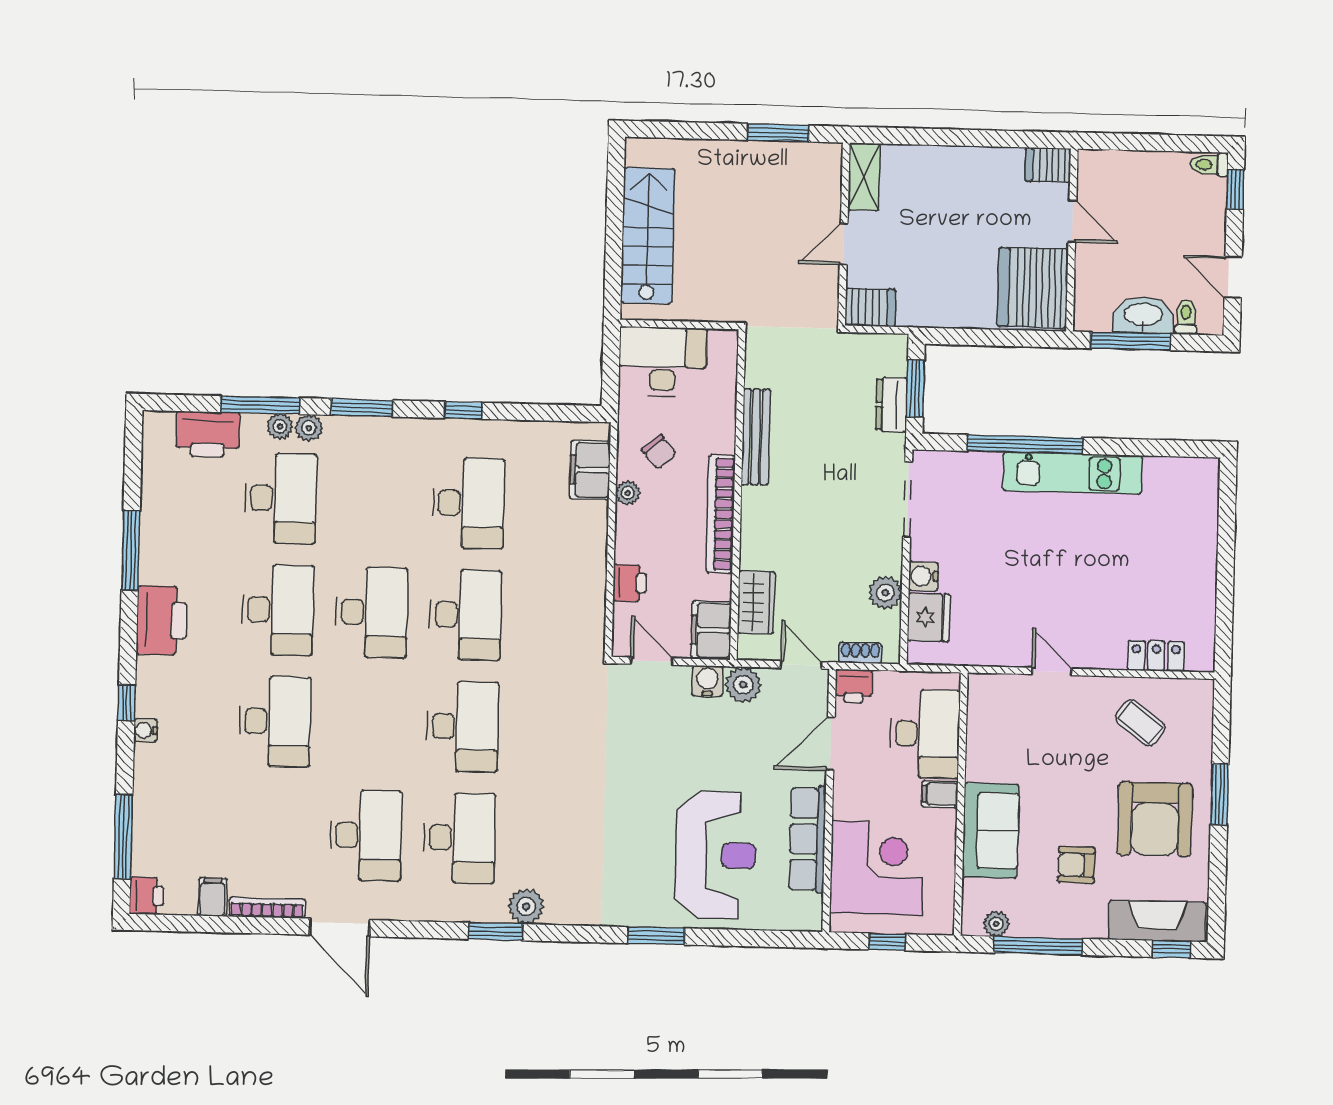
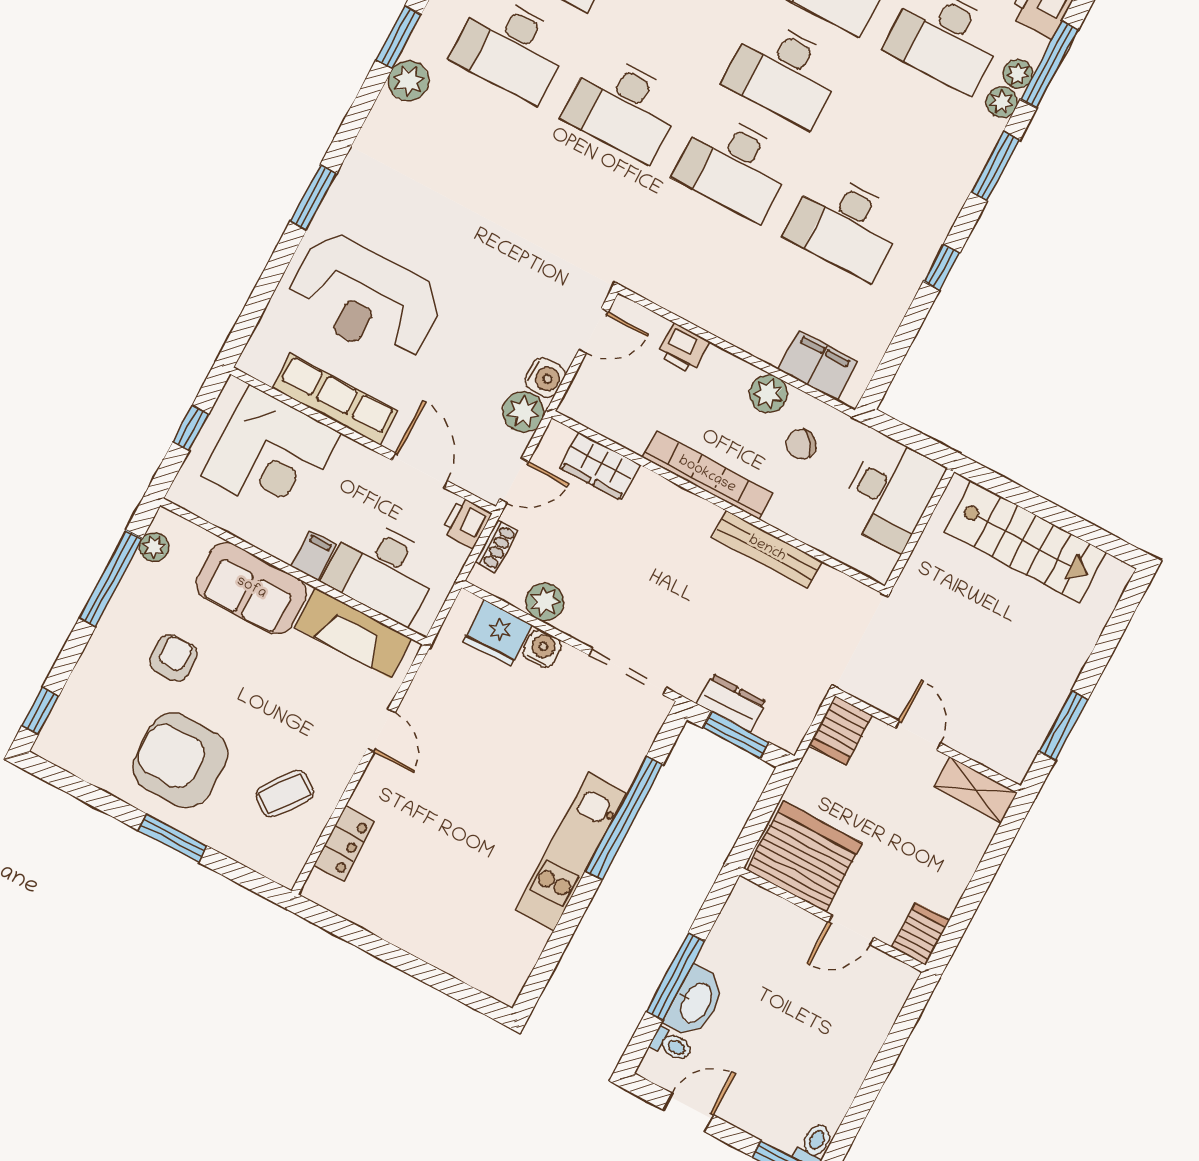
server rack: (1048, 165) -> (921, 934), moved
door: (1072, 221) -> (851, 930), moved
wall: (1072, 240) -> (833, 920), moved
server rack: (1033, 288) -> (804, 857), moved
plant: (628, 493) -> (768, 394), width x1.38, depth x1.38
filing cabinet: (711, 630) -> (595, 407), removed
door: (1052, 672) -> (381, 730), hinge flipped
fireplace: (1157, 921) -> (353, 633), moved, turned 90

